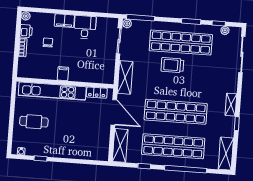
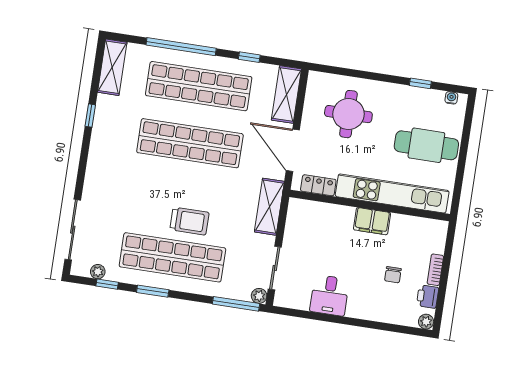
filing cabinet: (64, 21) -> (363, 309), removed
filing cabinet: (63, 74) -> (372, 221), width x2.00
shelving: (231, 105) -> (97, 148), removed
cafe table: (34, 122) -> (426, 145), width x1.37, depth x1.35
round table: (82, 137) -> (348, 114), added

